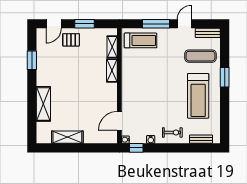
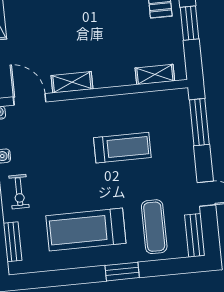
window: (156, 24) -> (199, 122), moved
treadmill: (141, 40) -> (122, 148), moved, turned -90
shelving: (112, 71) -> (72, 82), moved

